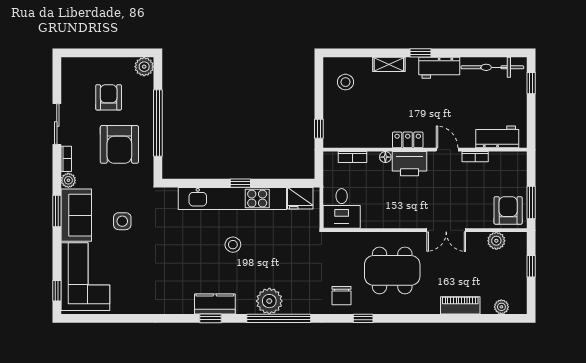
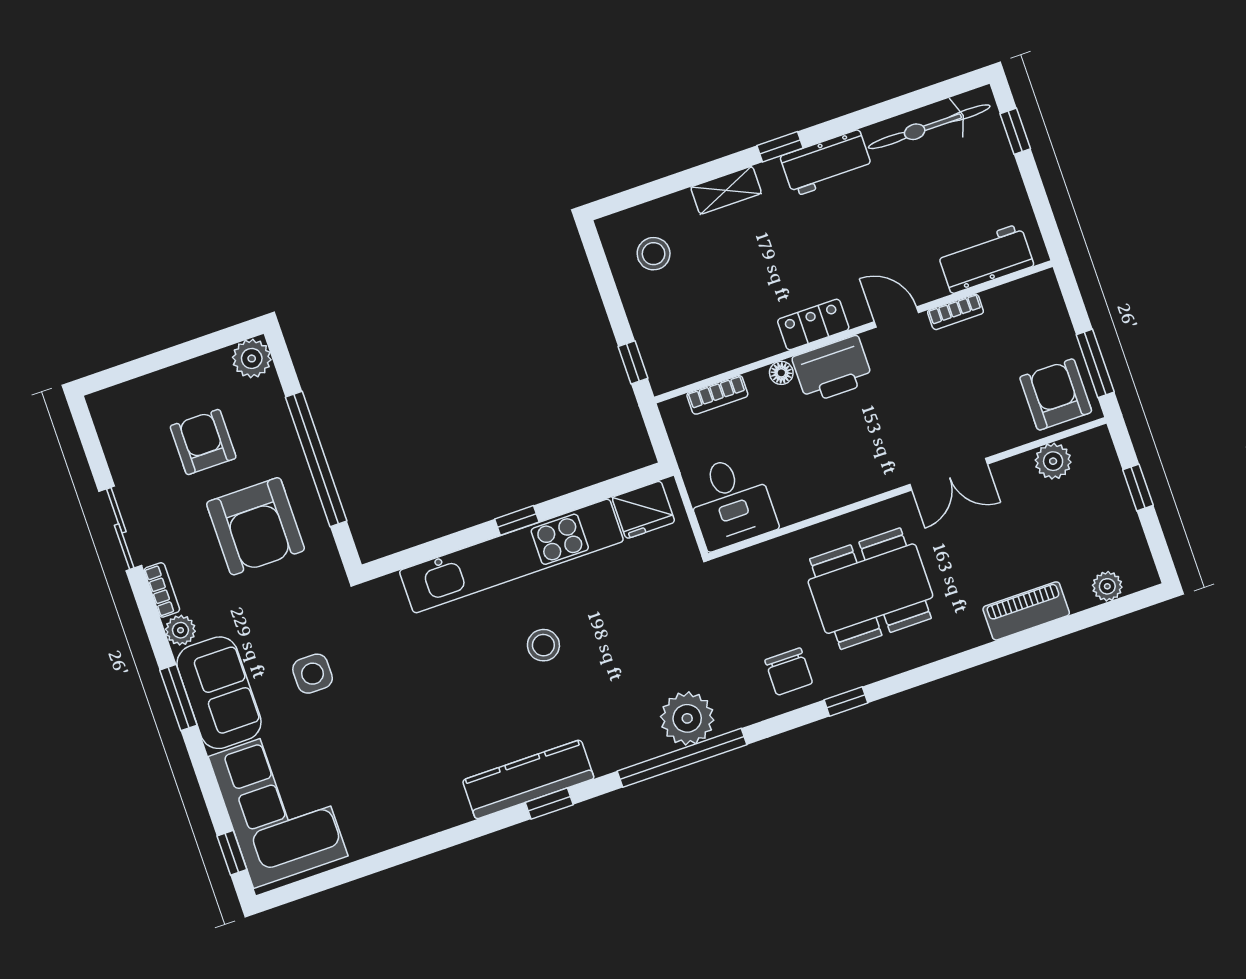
plant: (269, 301) -> (687, 718), moved
kitchen counter: (215, 304) -> (528, 779), width x1.50

